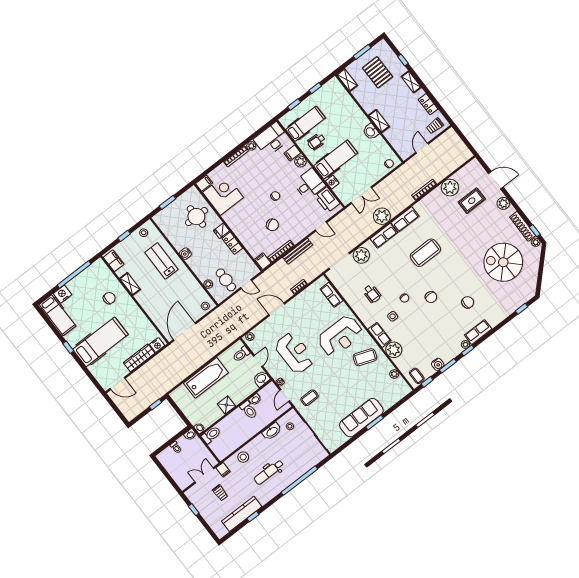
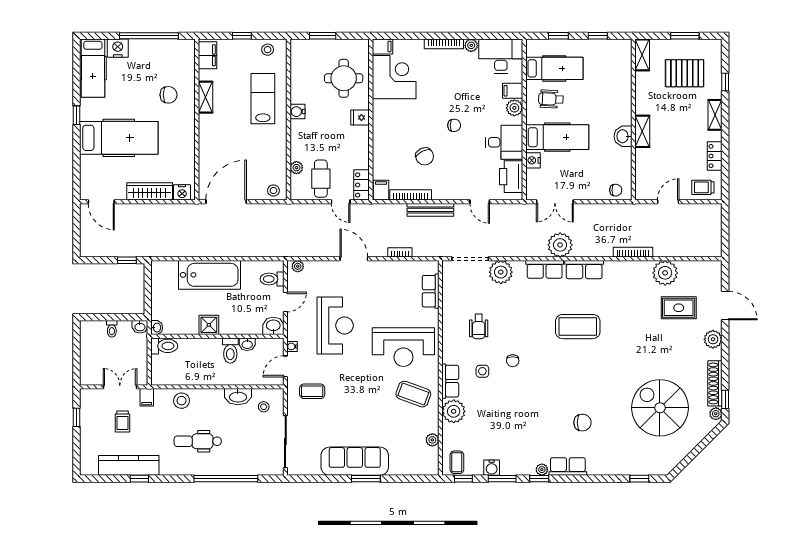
pallet: (377, 72) -> (685, 73), turned 90
locker: (232, 243) -> (362, 185), moved
chair: (431, 297) -> (544, 383), removed

